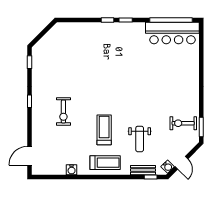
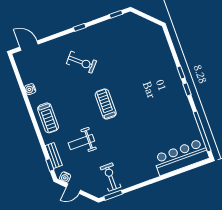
bar counter: (172, 33) -> (181, 157), moved, turned 90
exercise bike: (63, 112) -> (81, 62), turned -139
treadmill: (104, 130) -> (106, 104), moved, turned -90

